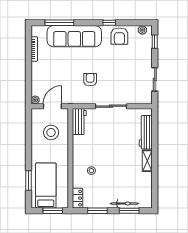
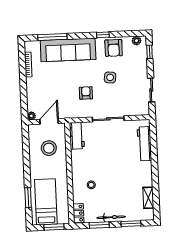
side table: (115, 65) -> (110, 77), added
shelving: (147, 161) -> (148, 198), moved
bicycle: (124, 204) -> (111, 217), moved

